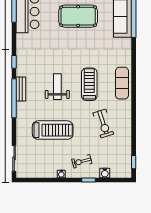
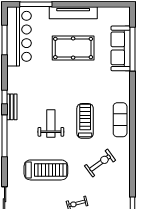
bench: (21, 89) -> (12, 107), moved
exercise bike: (103, 124) -> (100, 163), turned -108

